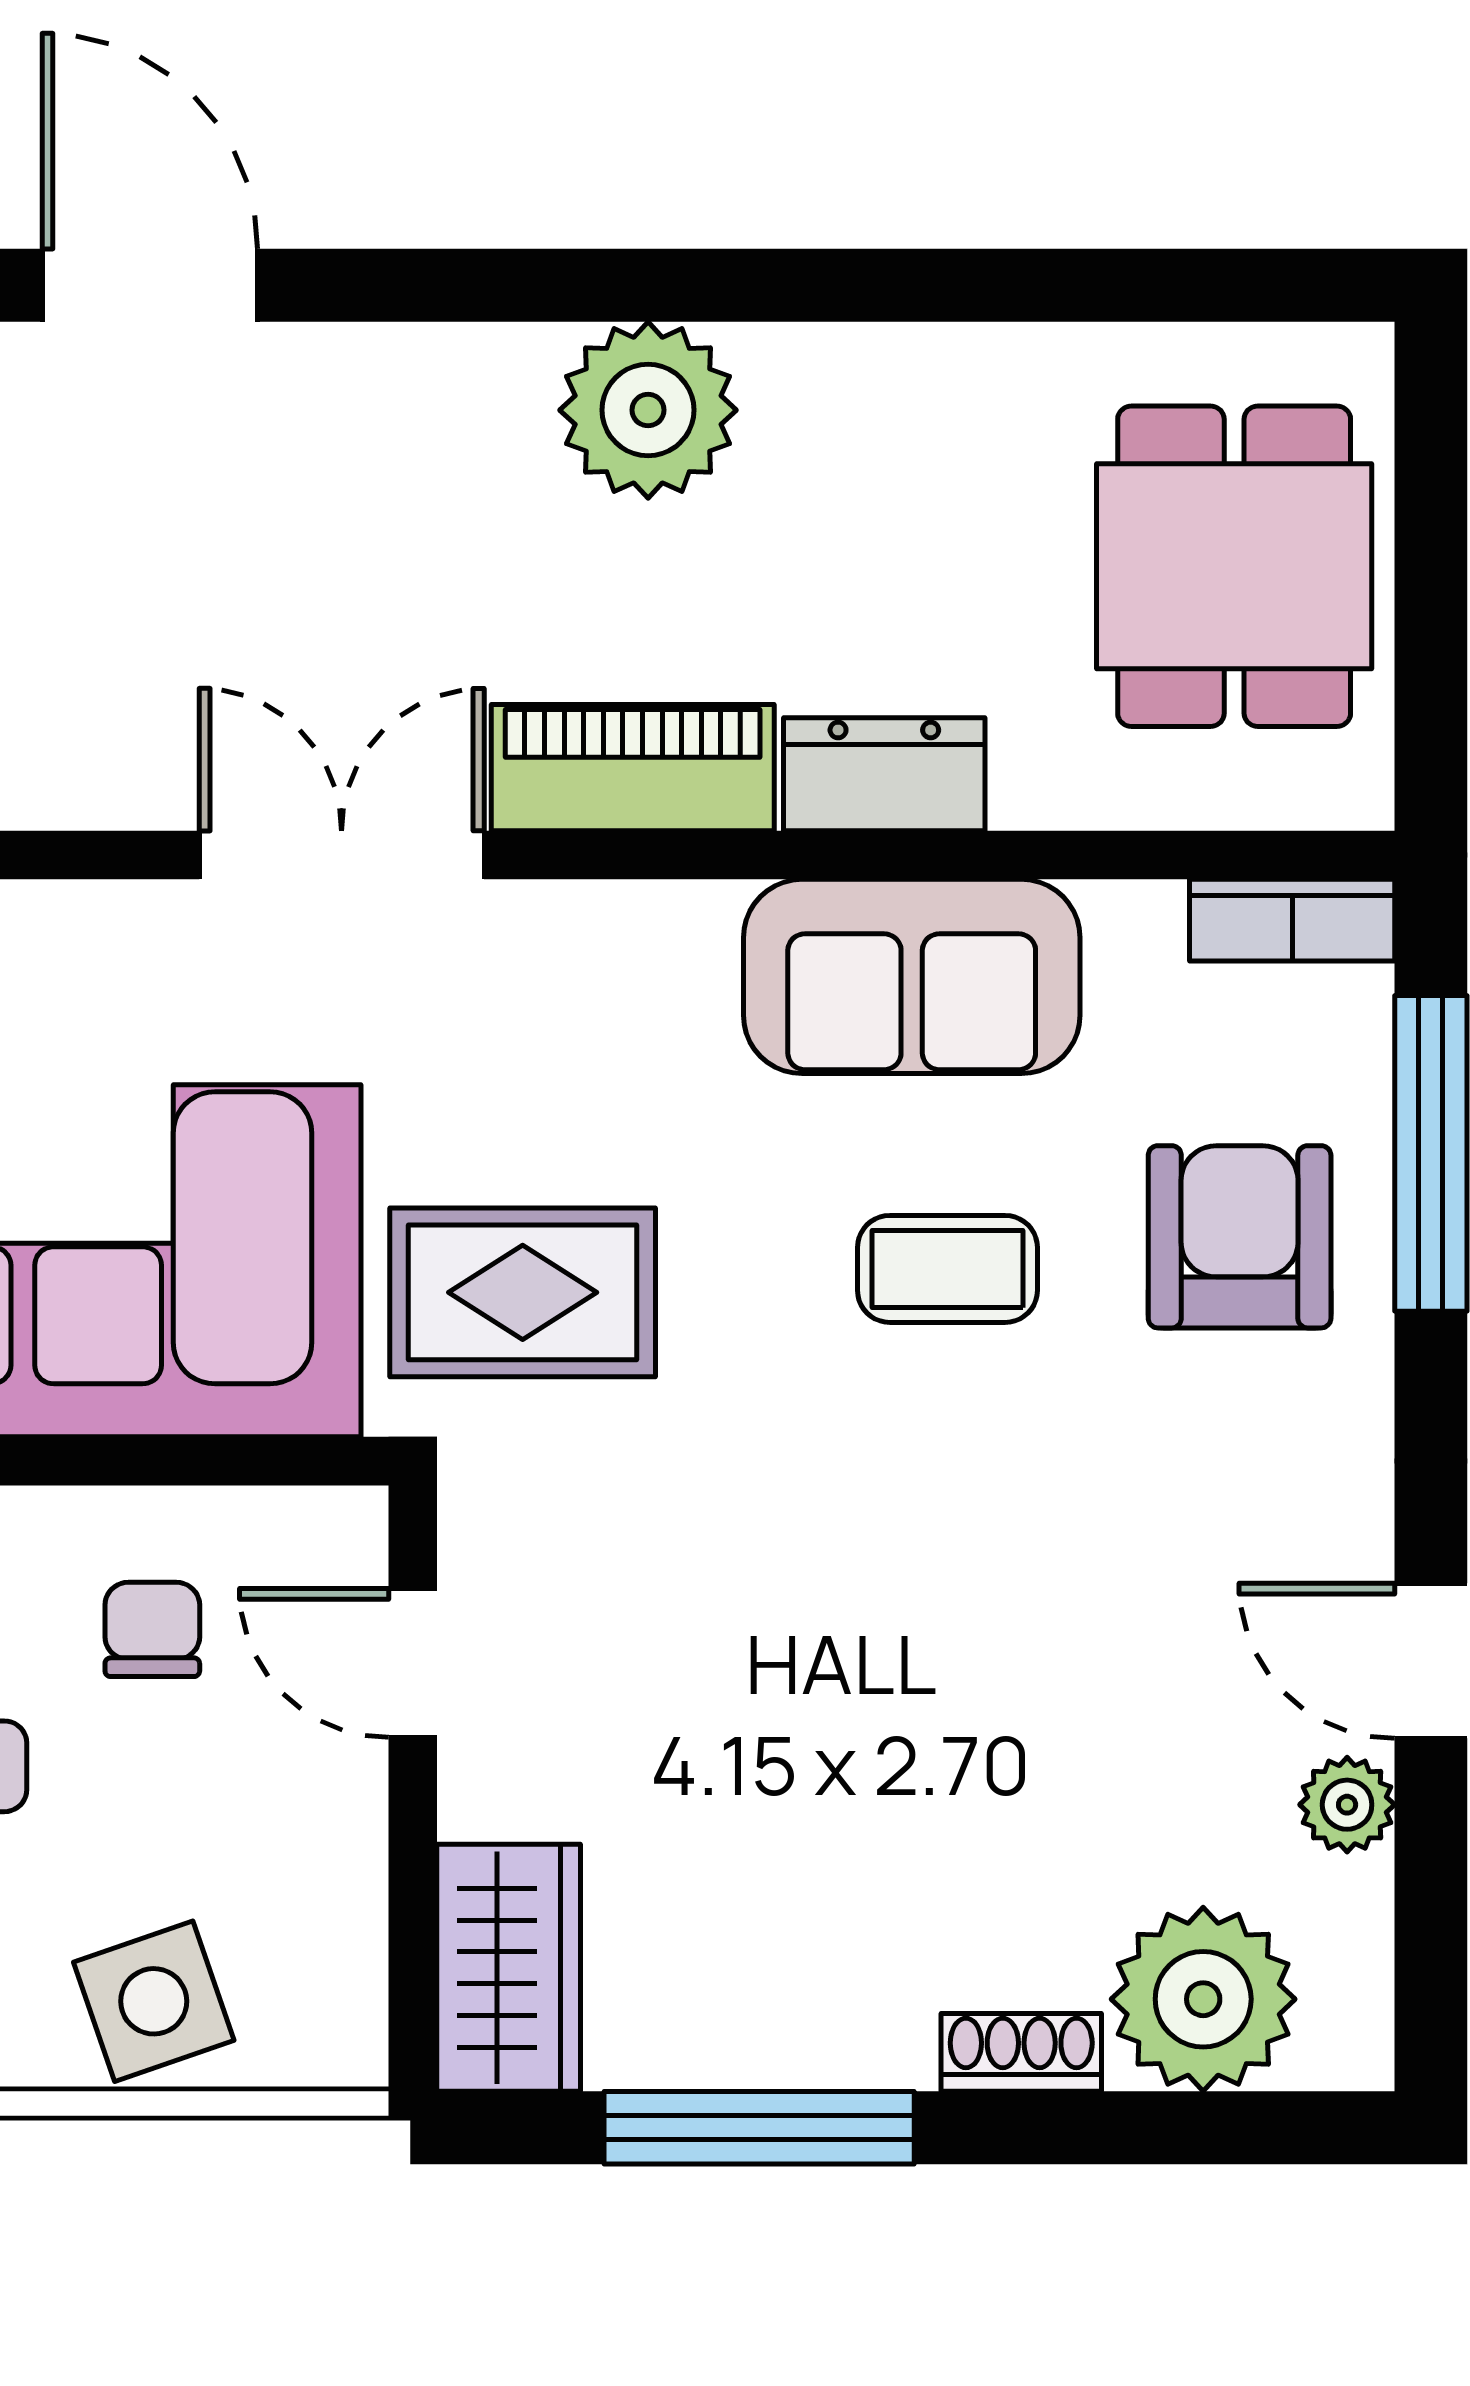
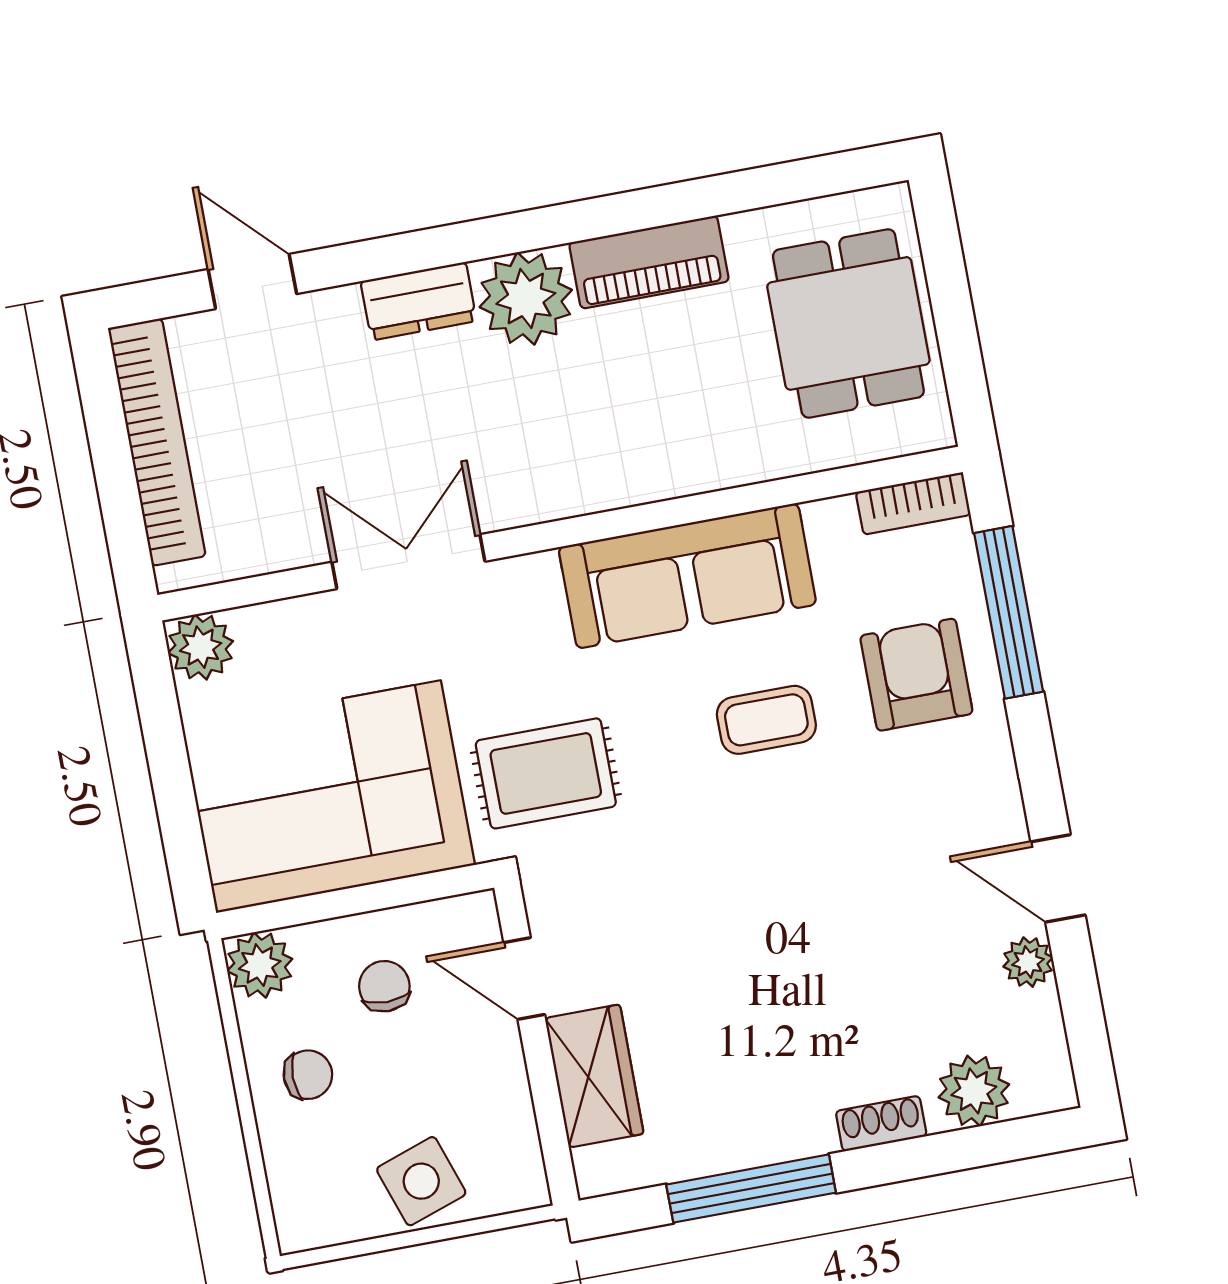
door: (150, 285) -> (252, 282), width x0.73
piano: (633, 768) -> (649, 262), moved, turned 180
dresser: (884, 774) -> (419, 301), moved, turned 180
sofa: (912, 976) -> (687, 576), width x1.36
wardrobe: (509, 1968) -> (594, 1076), moved
plant: (1203, 1999) -> (974, 1091), width x0.73, depth x0.73

